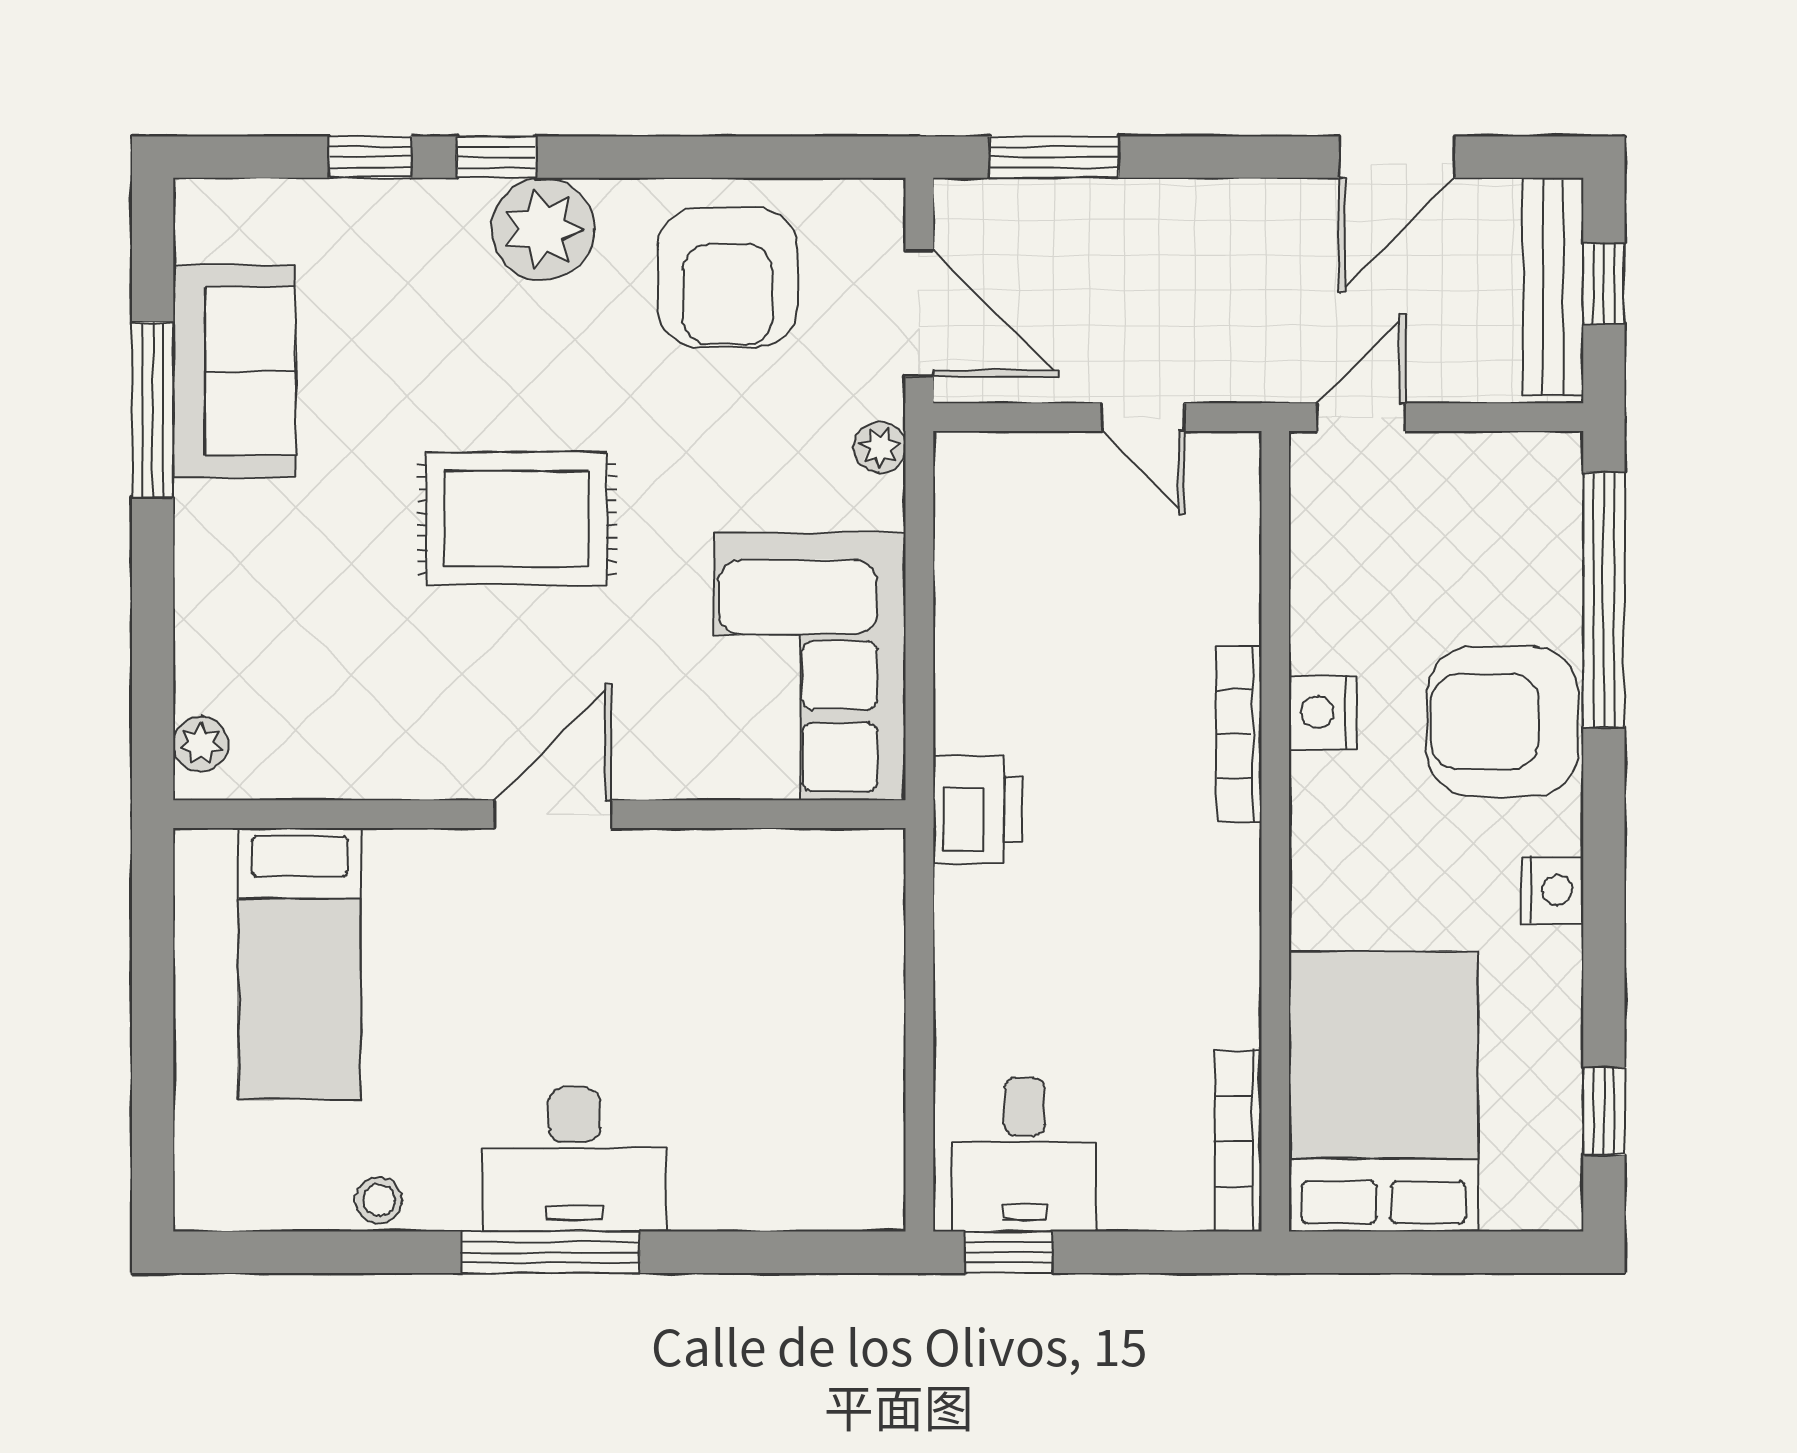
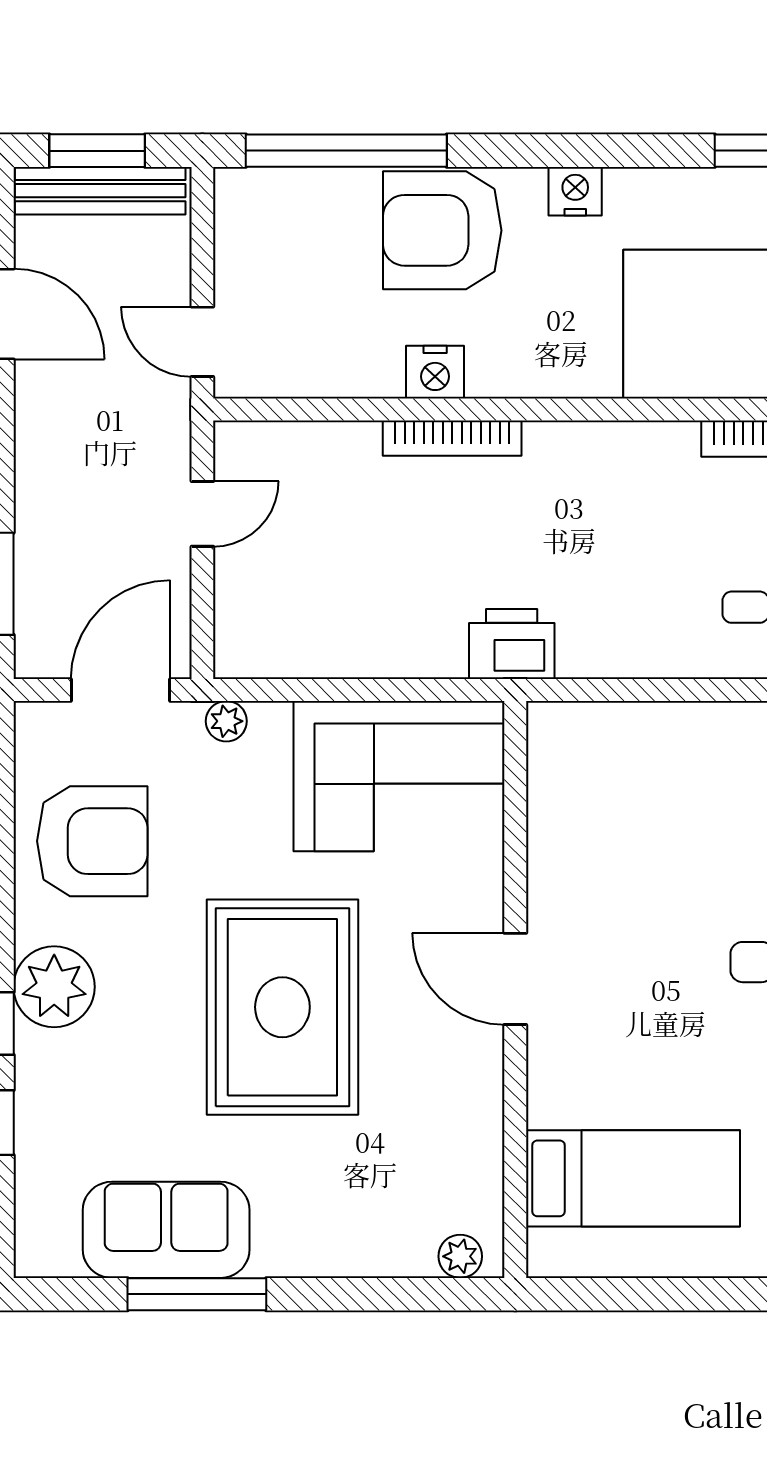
window: (1604, 284) -> (97, 151), width x1.50
rug: (517, 519) -> (282, 1007), width x1.37, depth x1.44
armchair: (1503, 722) -> (442, 230), turned 90

